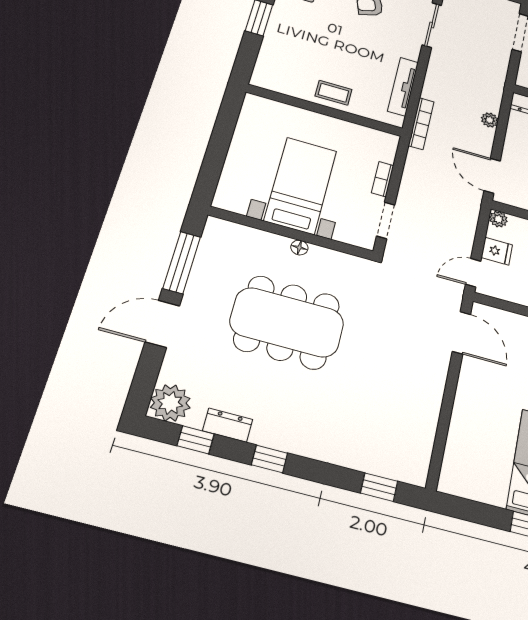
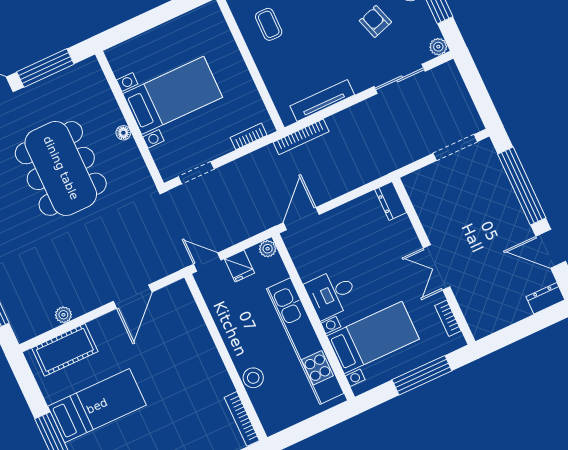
coffee table: (333, 93) -> (269, 24), moved
plant: (490, 120) -> (63, 315), moved
bookcase: (383, 179) -> (249, 136), moved
door: (461, 333) -> (133, 297), moved
cot: (463, 452) -> (65, 350), added

